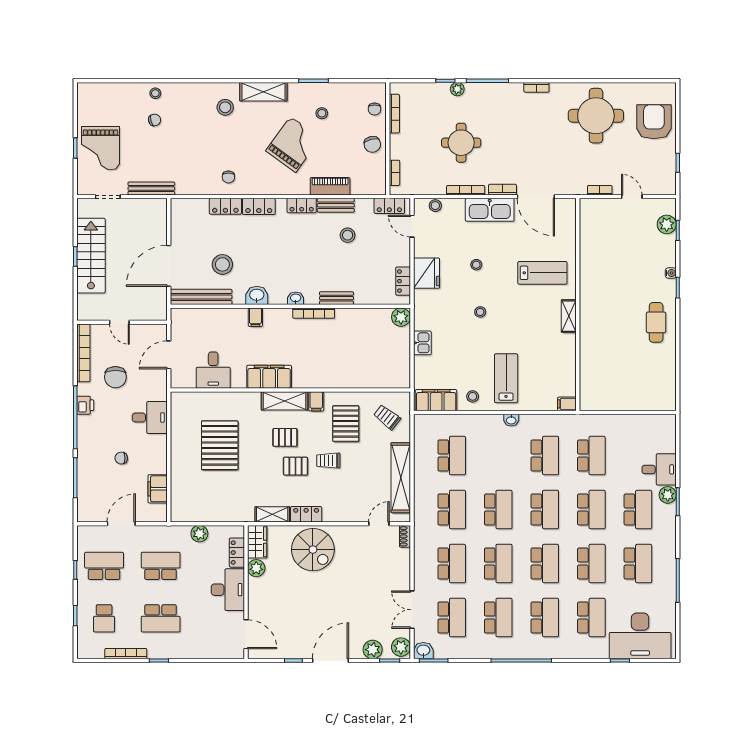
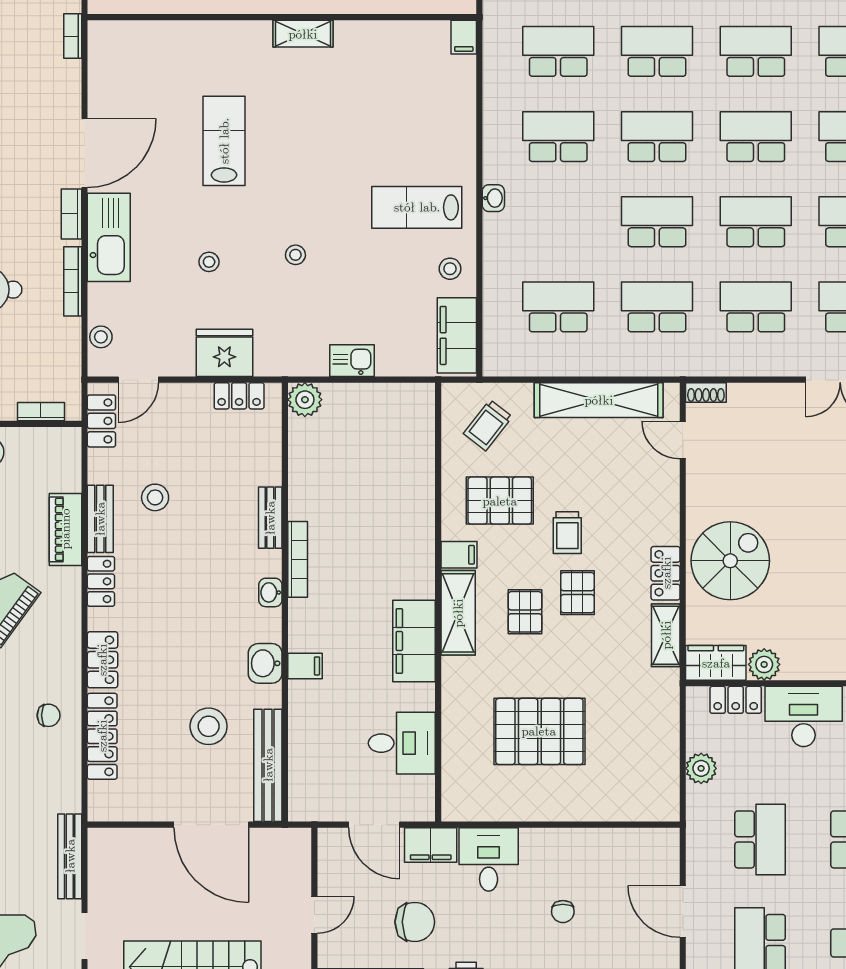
locker: (225, 206) -> (102, 736), width x1.53
wall: (578, 305) -> (282, 17), moved
shelving: (569, 316) -> (303, 34), moved
filing cabinet: (567, 404) -> (464, 37), moved
filing cabinet: (158, 489) -> (431, 845), moved
school desk: (161, 566) -> (760, 839), turned 180

